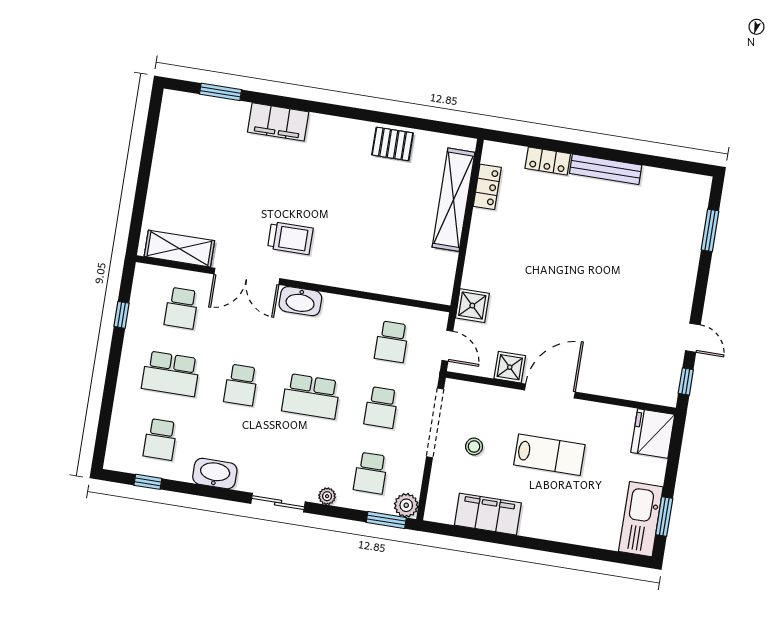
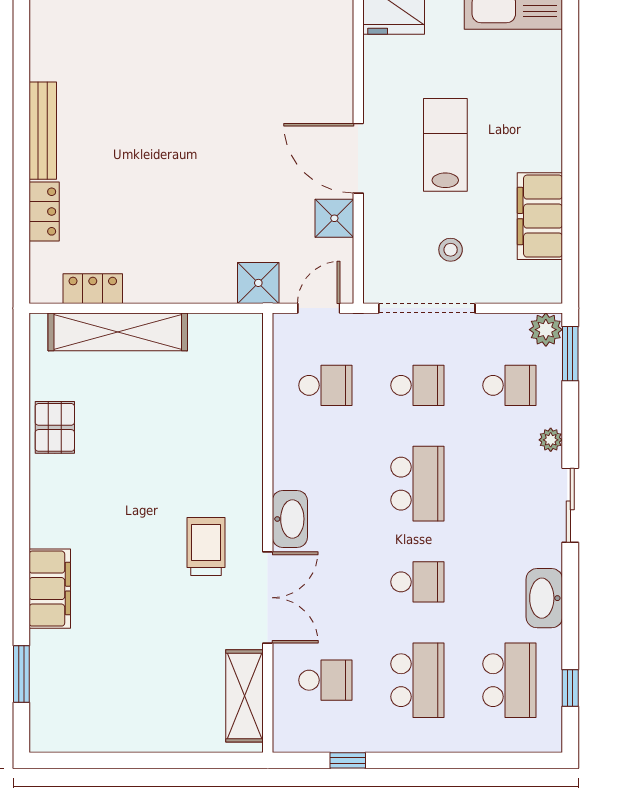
school desk: (160, 439) -> (509, 680), width x1.85

